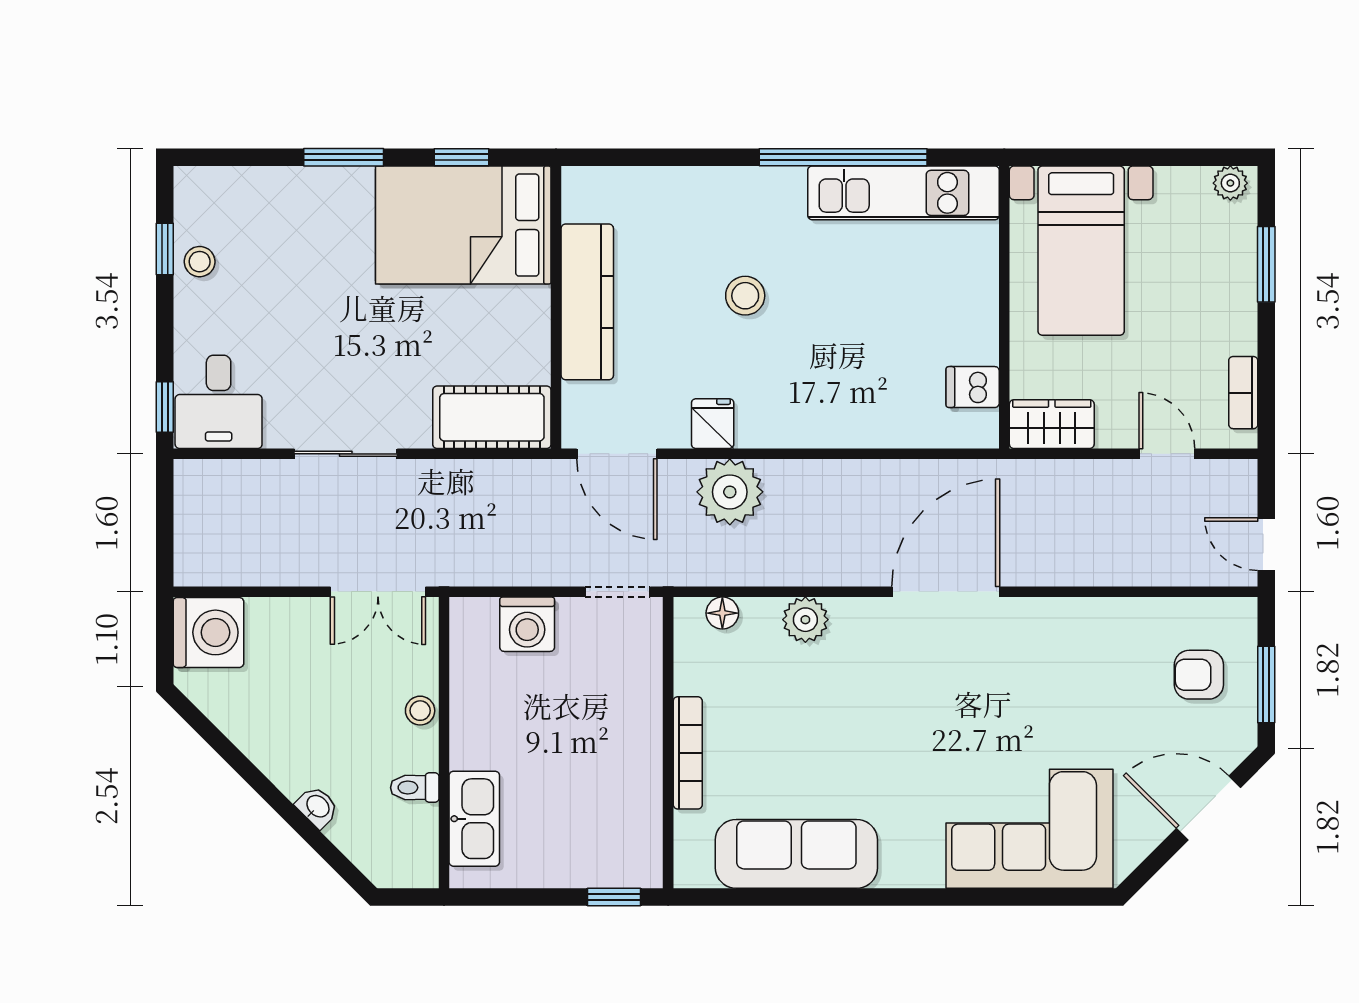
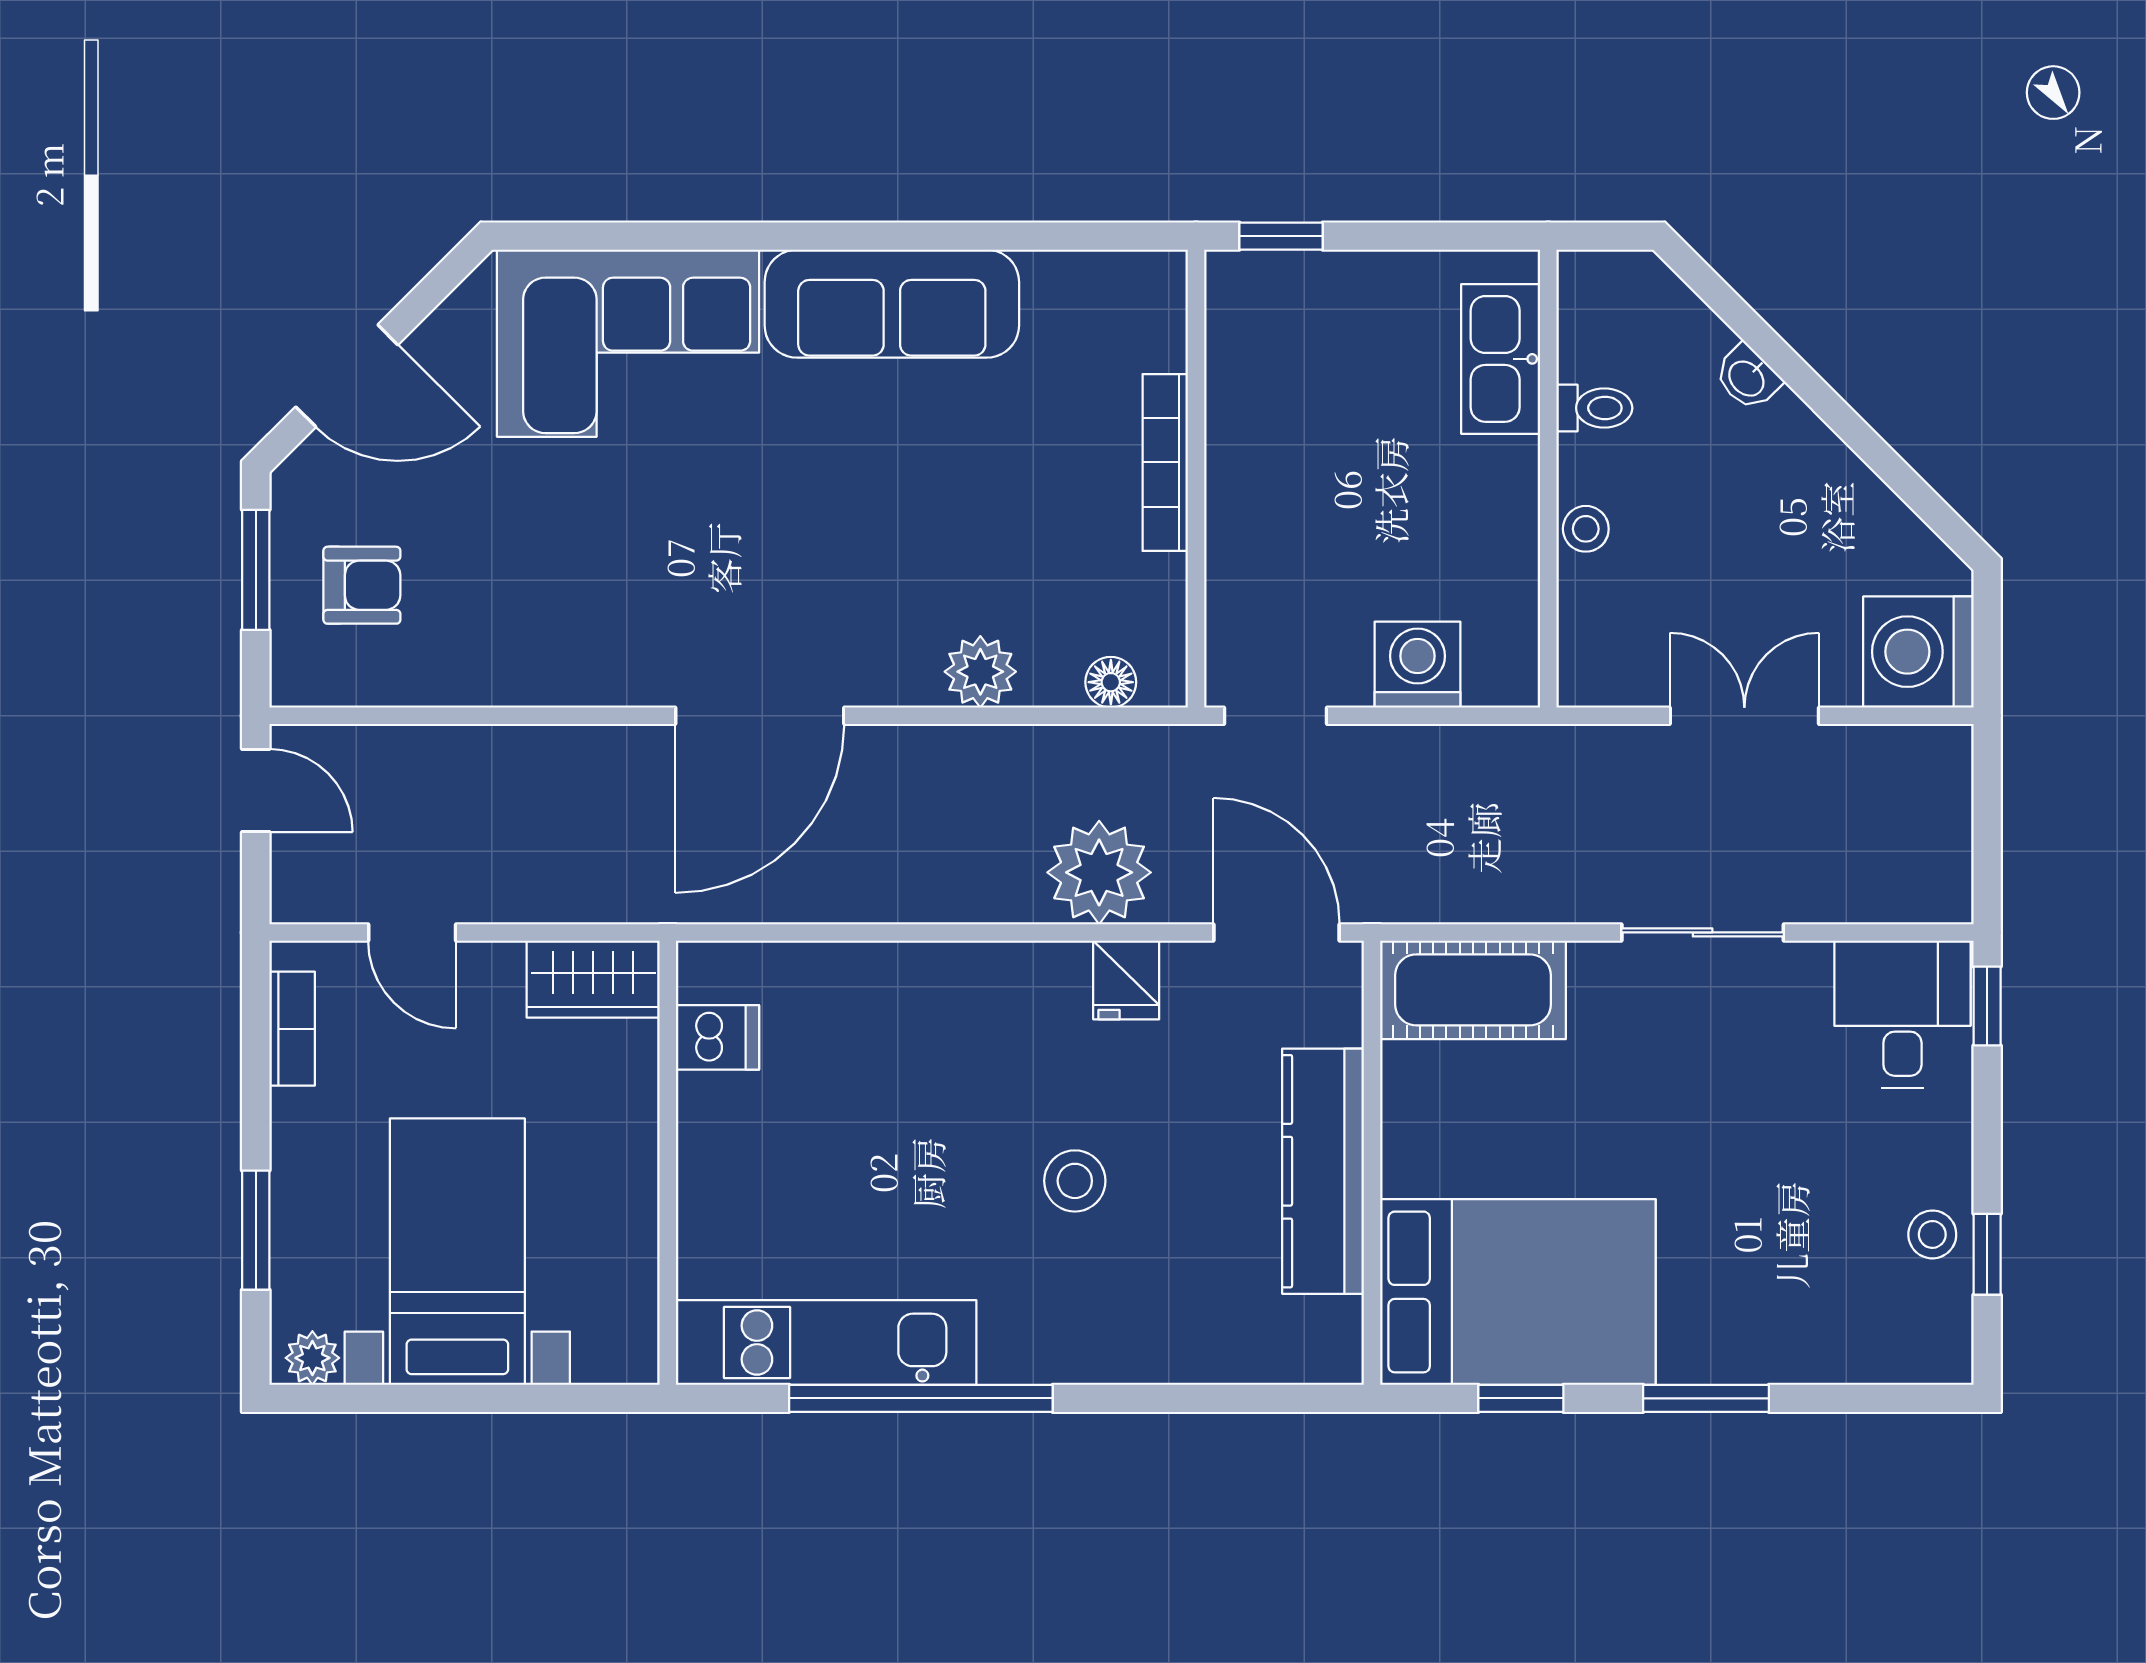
bed with nightstands: (1081, 251) -> (457, 1252), moved
double door: (378, 592) -> (1744, 716), moved
sofa: (796, 854) -> (892, 304), moved

